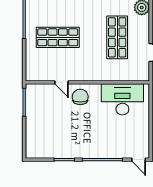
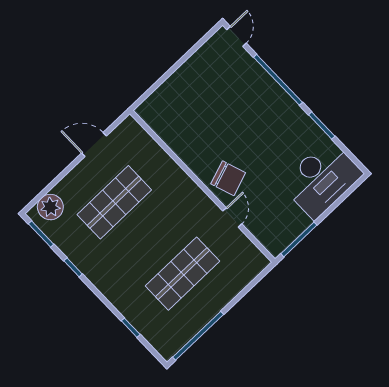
shop shelf: (58, 37) -> (182, 274), turned 90
chair: (80, 97) -> (228, 178), turned -109
desk: (122, 99) -> (322, 179), moved, turned -90

